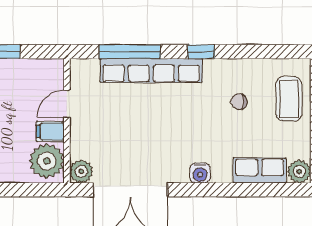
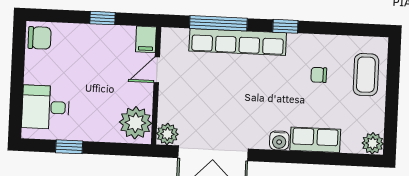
filing cabinet: (50, 131) -> (146, 39), moved, turned -90
row of seats: (260, 170) -> (315, 140), moved

